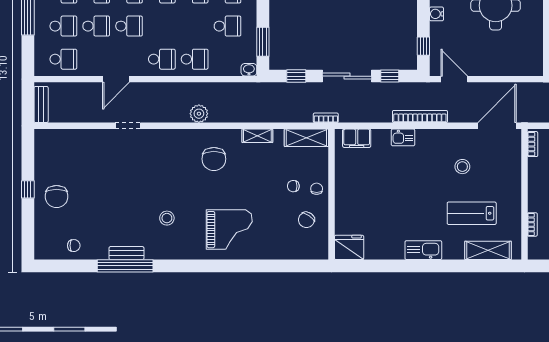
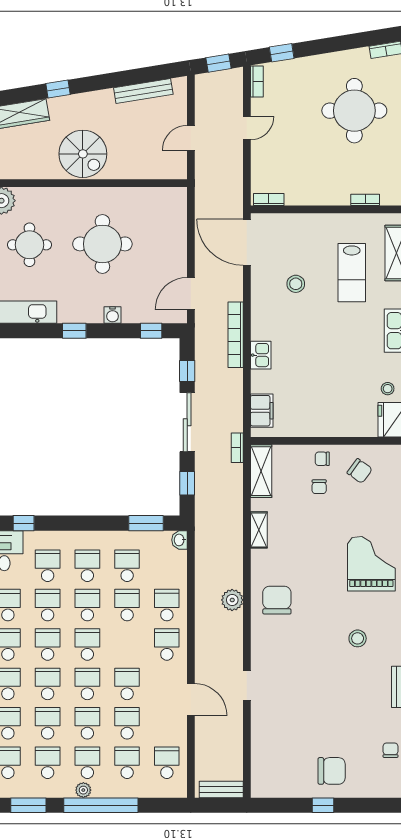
school desk: (195, 26) -> (127, 605), added
chair: (214, 159) -> (277, 600), moved, turned -90
stool: (375, 243) -> (388, 389), added

